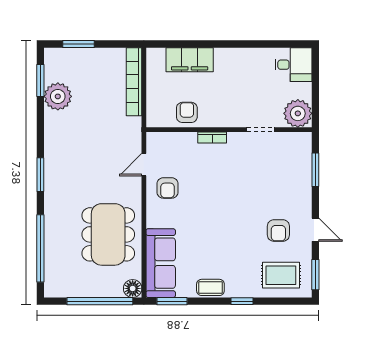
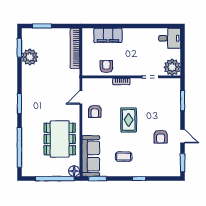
rug: (281, 275) -> (129, 120), moved, turned 90
coffee table: (210, 287) -> (124, 157), moved

